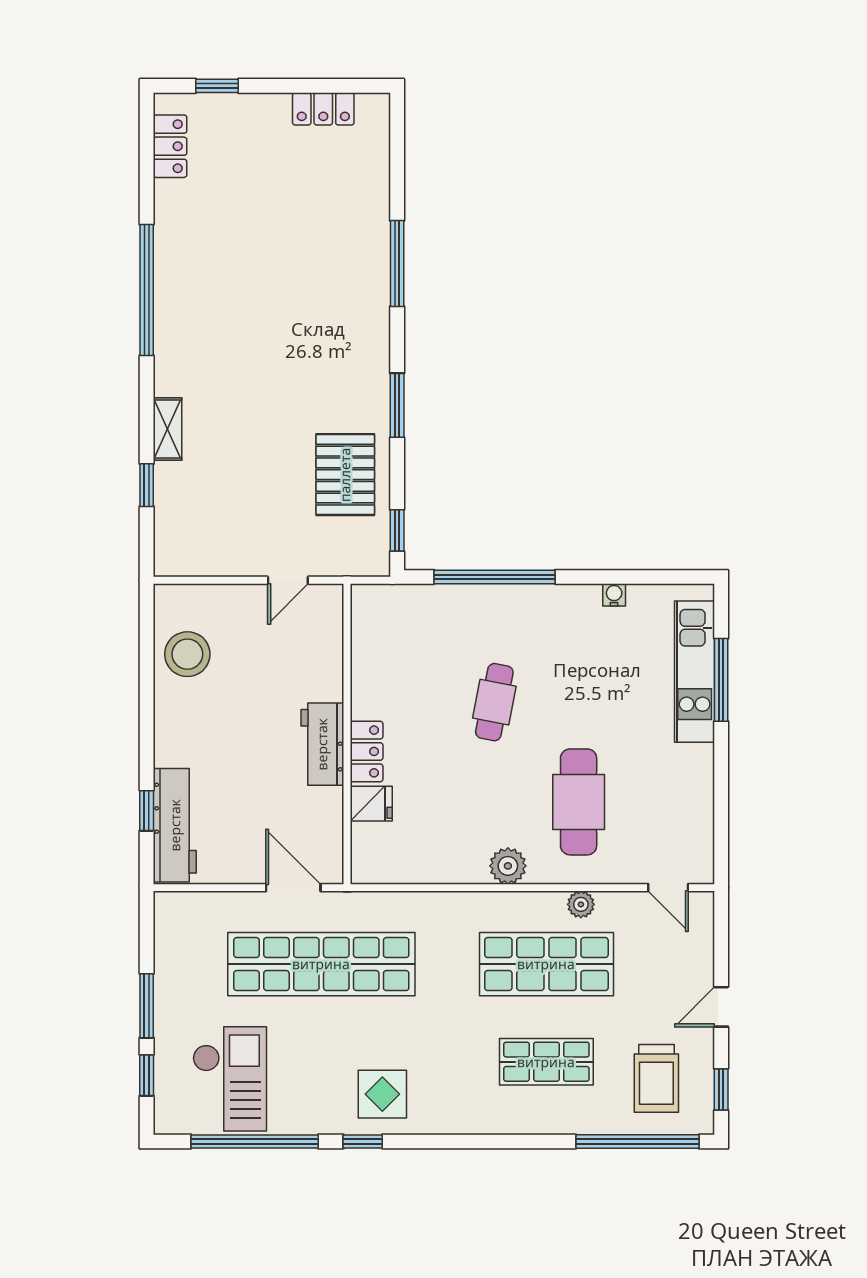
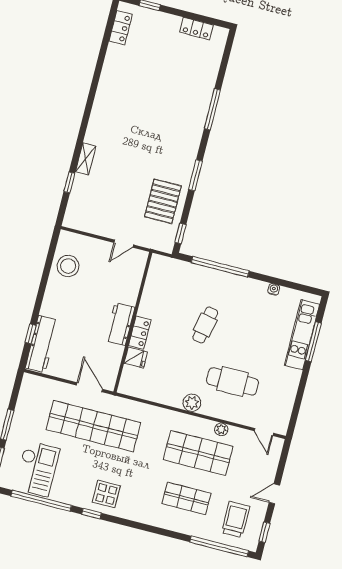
window: (147, 290) -> (93, 92), removed
cafe table: (579, 802) -> (232, 381), turned 90
trolley: (656, 1078) -> (236, 519), turned 180

